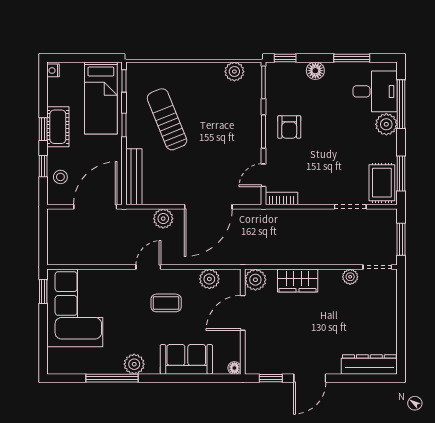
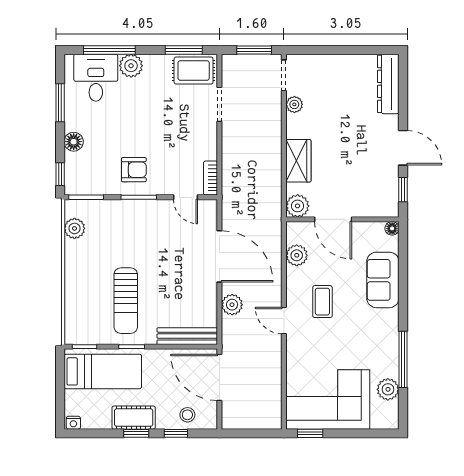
sun lounger: (167, 119) -> (126, 301), turned -68
plant: (134, 364) -> (388, 389), moved

